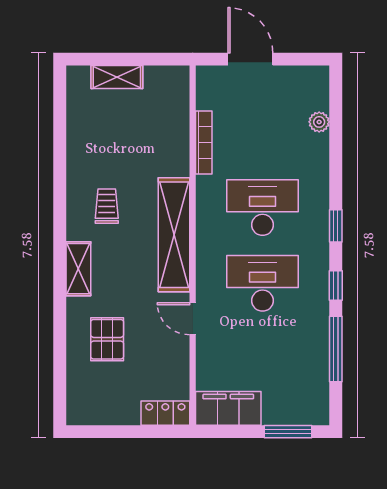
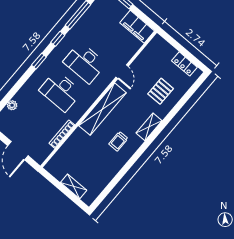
locker: (165, 413) -> (184, 64), moved

